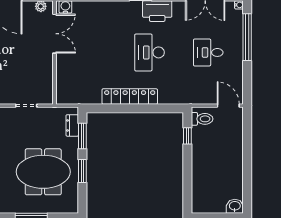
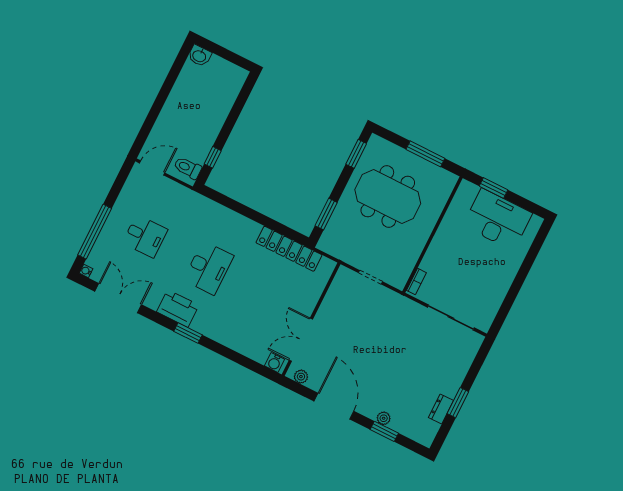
locker: (130, 97) -> (289, 249), moved
door: (228, 106) -> (152, 168), swing flipped
dresser: (72, 125) -> (331, 231), removed
window: (82, 171) -> (356, 154), moved

